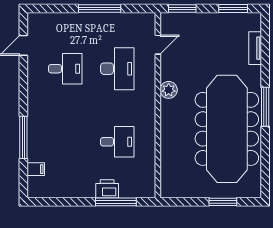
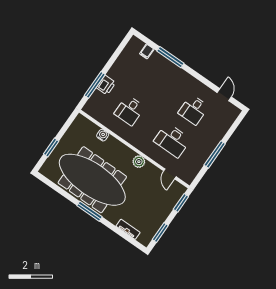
water cooler: (167, 153) -> (103, 135), added

